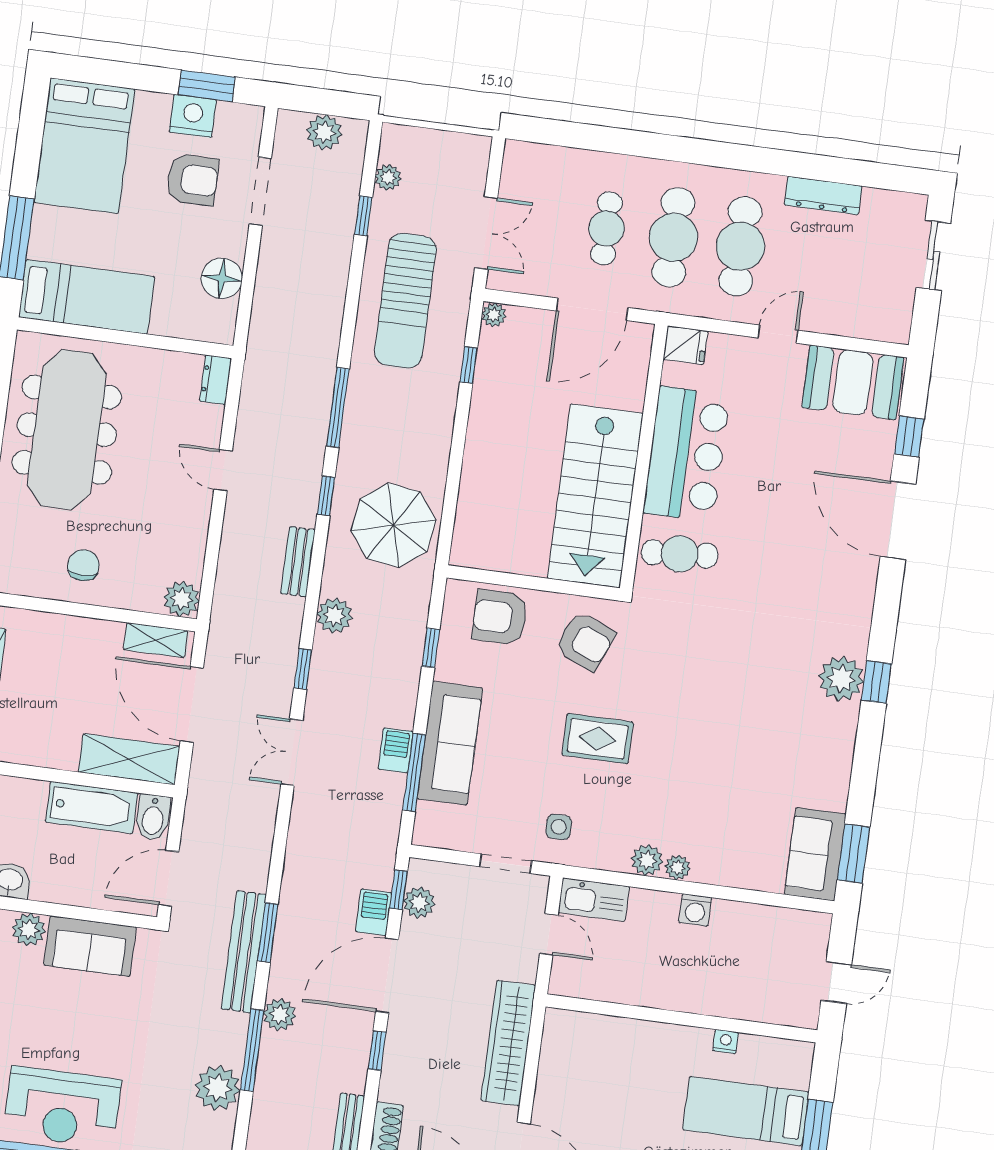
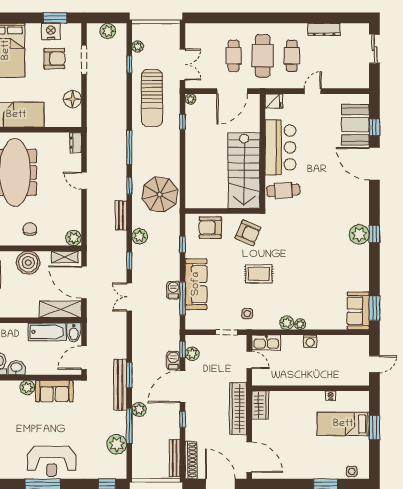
cafe table: (740, 246) -> (292, 56), width x0.73, depth x0.74
booth: (853, 382) -> (355, 125), moved, turned 90
boiler: (69, 642) -> (28, 263), added
wardrobe: (560, 1042) -> (260, 405), added

